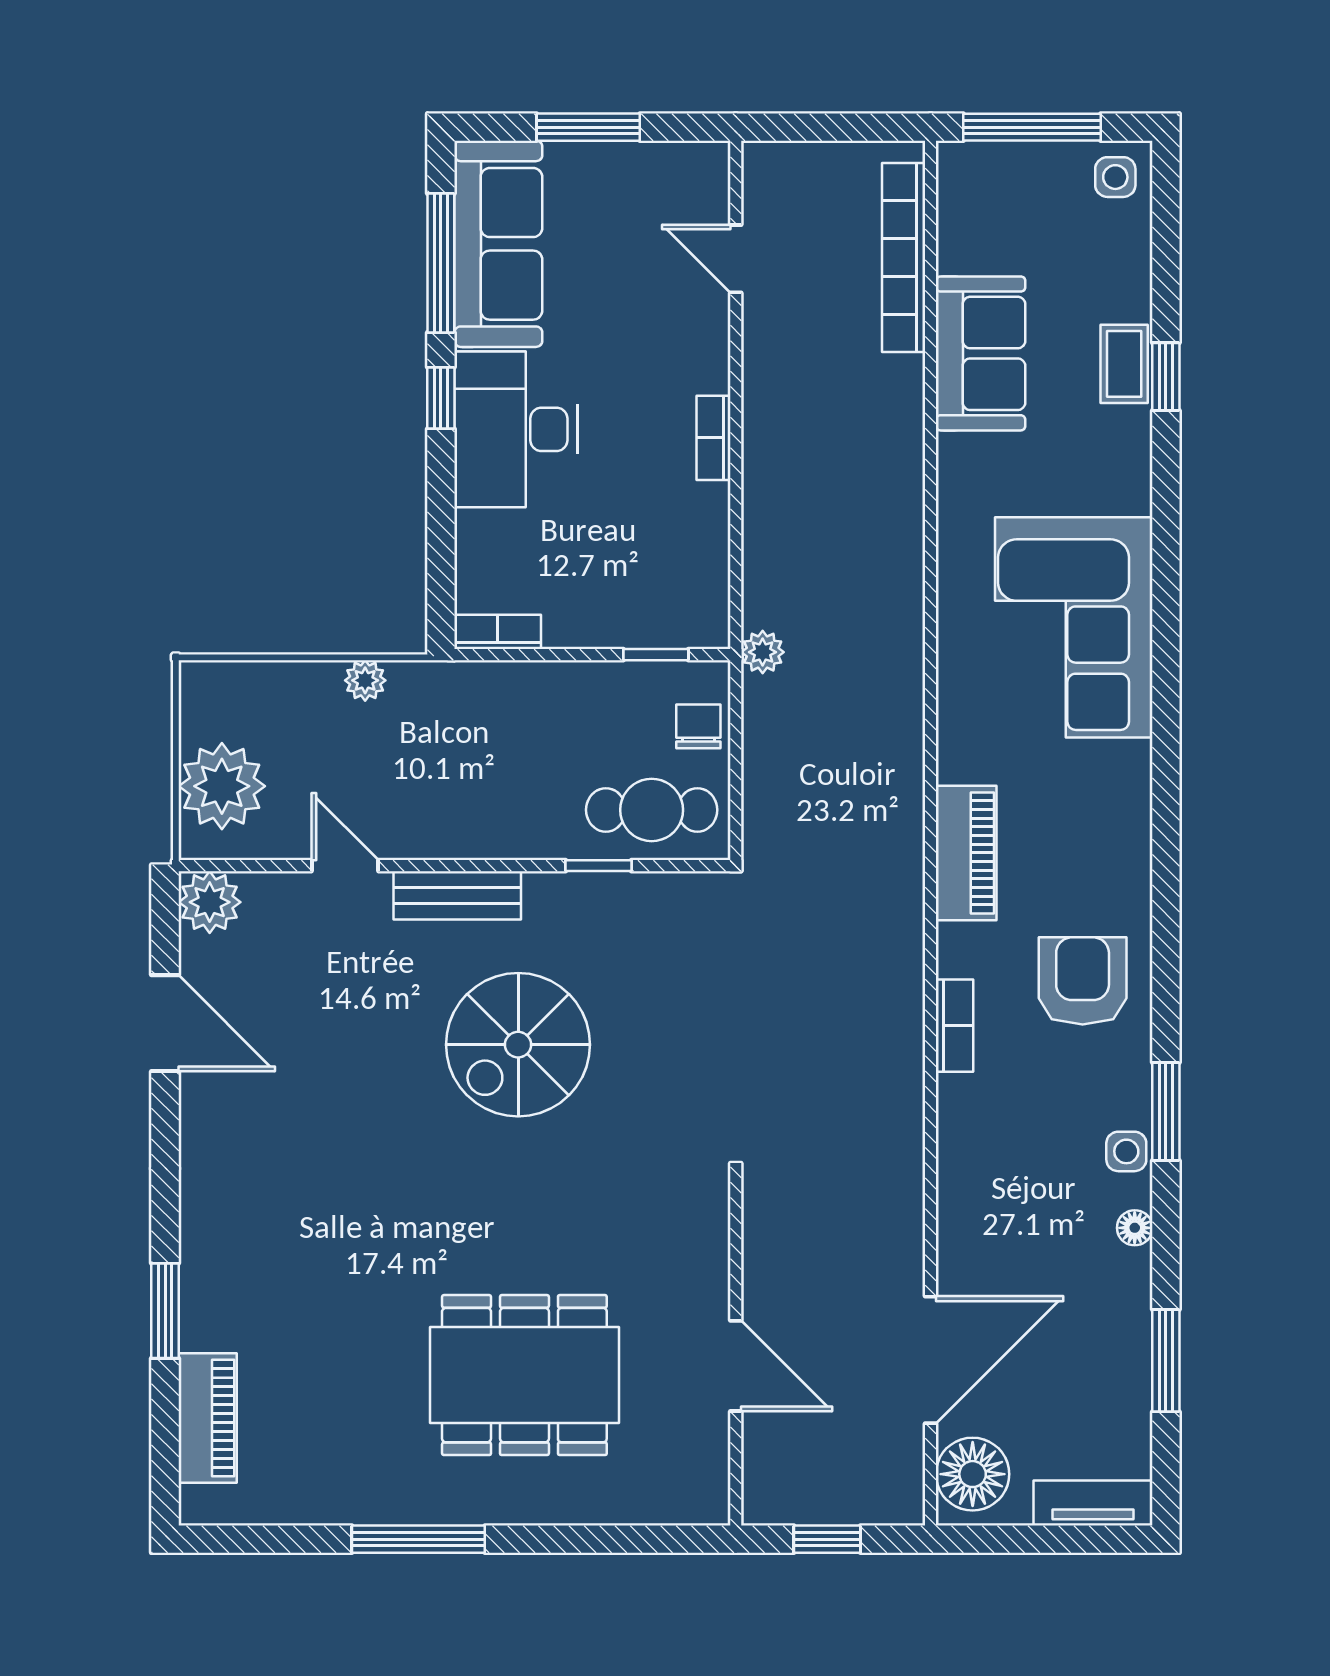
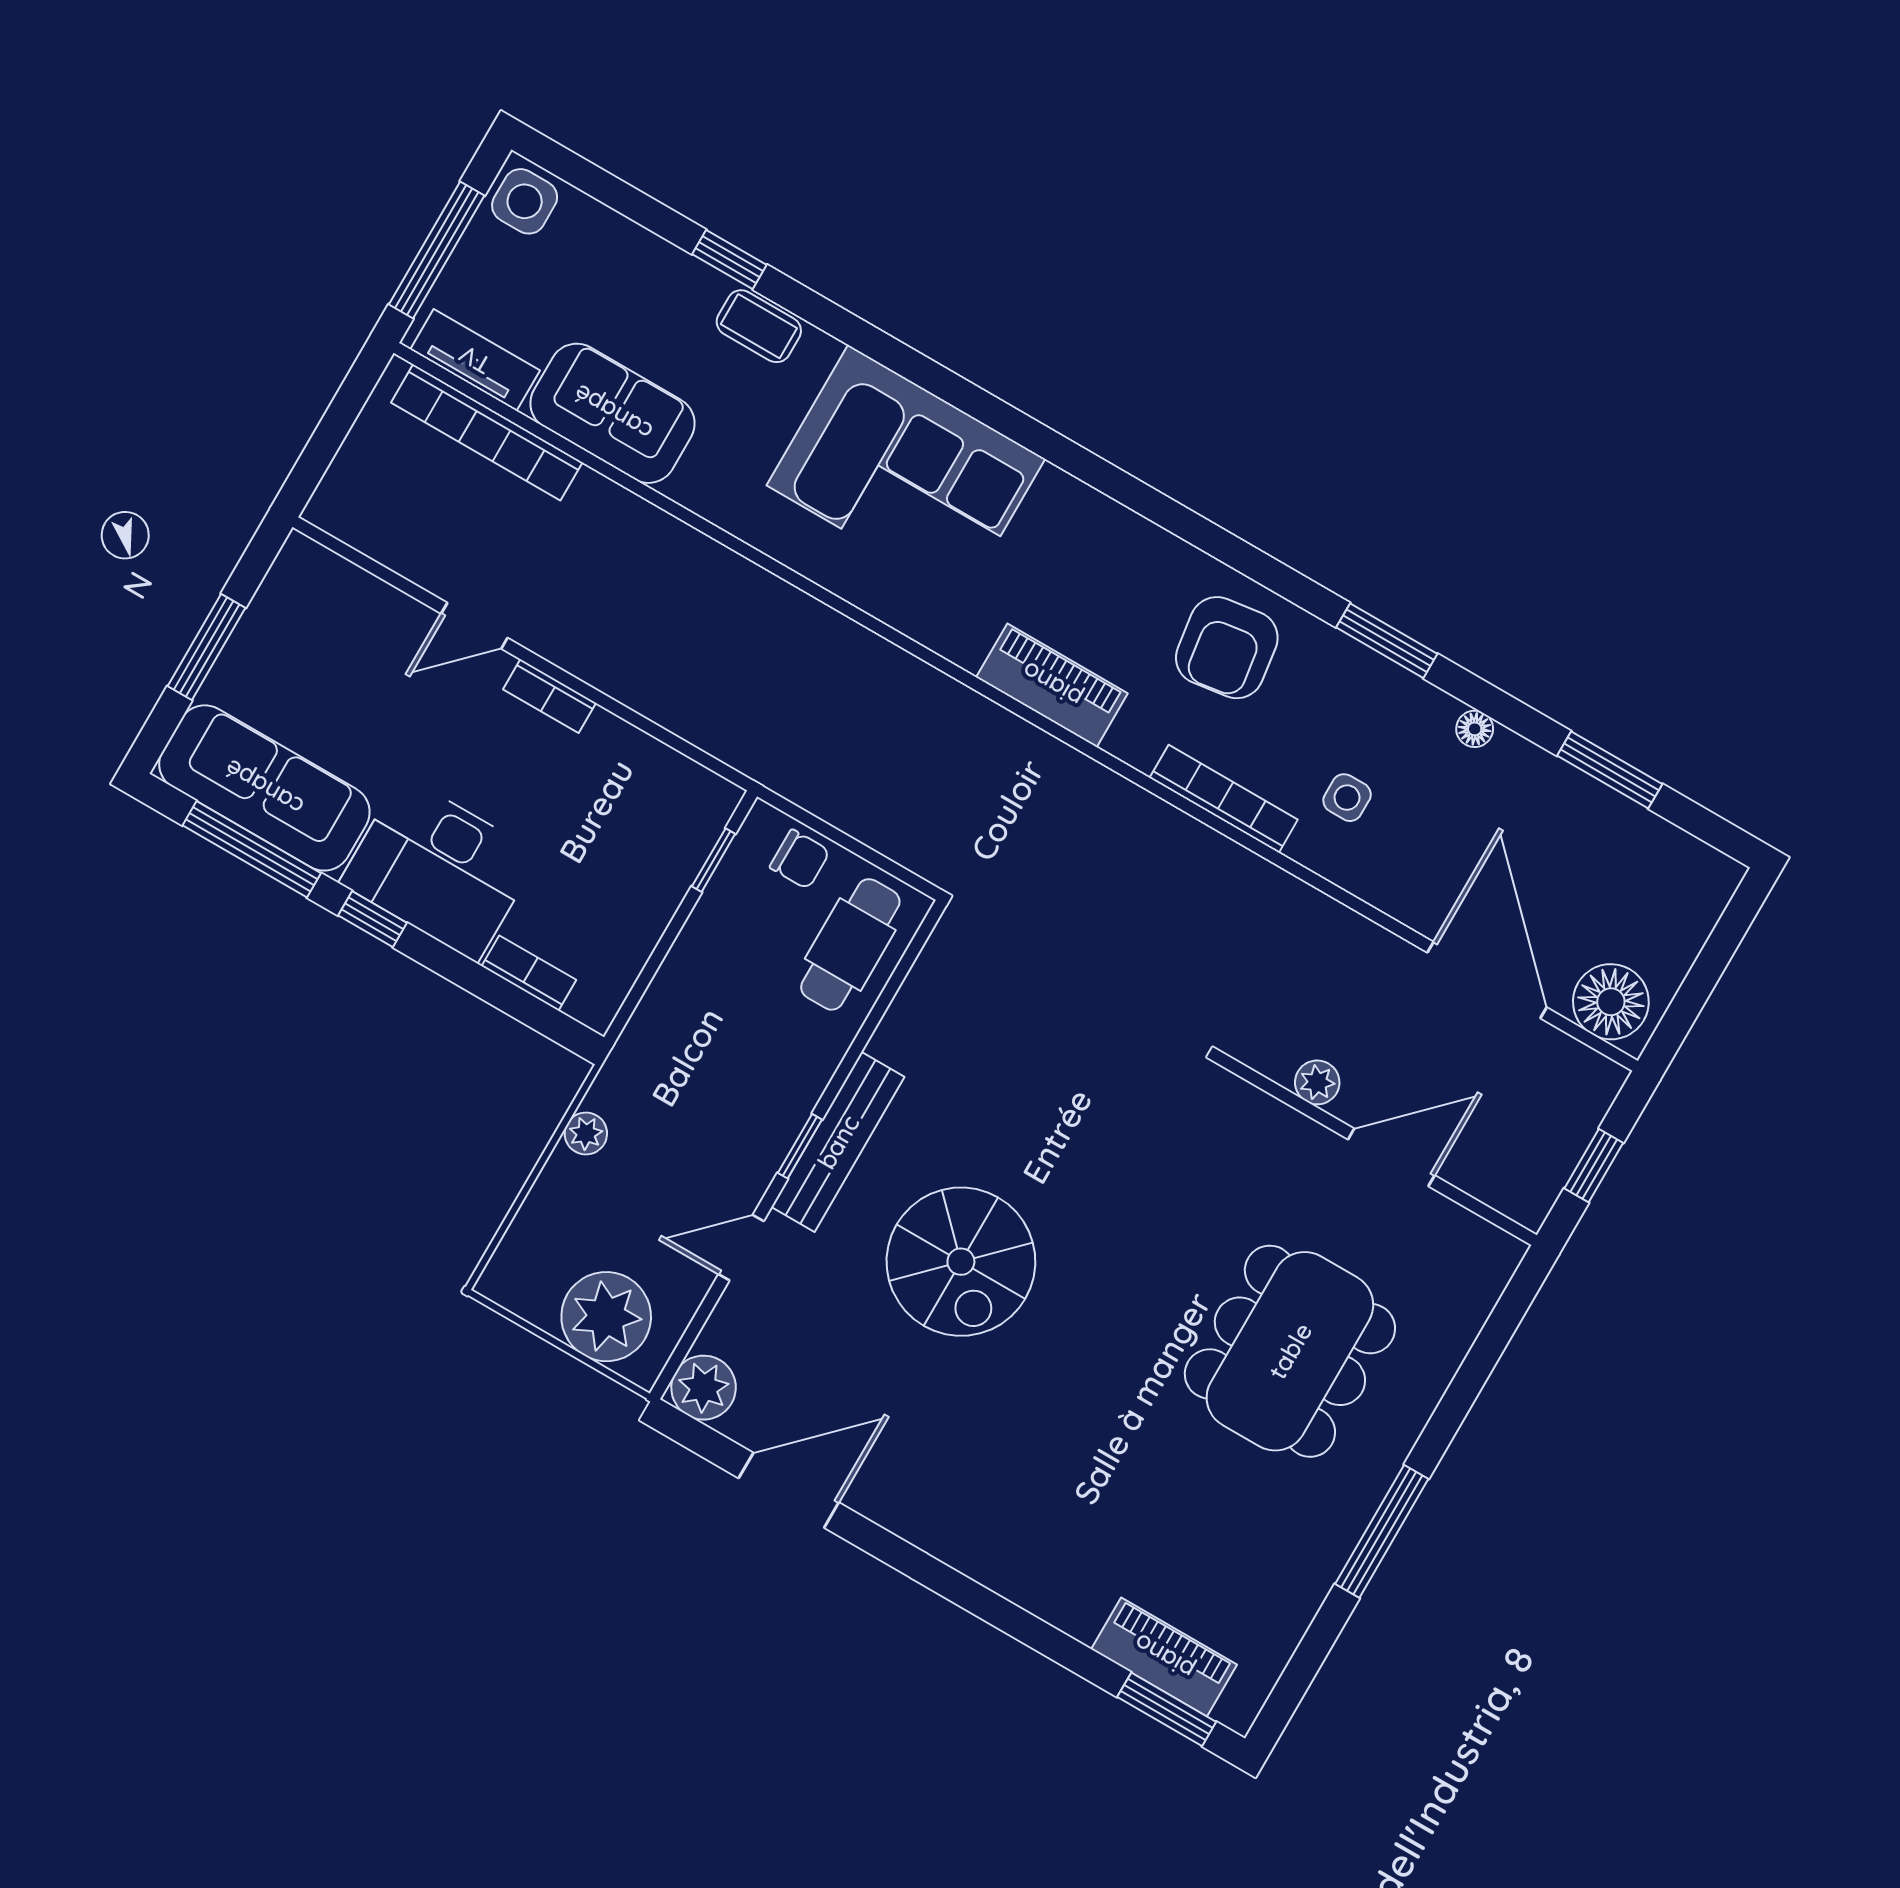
side table: (1115, 177) -> (525, 201), width x1.37, depth x1.37
door: (736, 259) -> (474, 626), moved
coffee table: (1124, 364) -> (759, 326), moved
bookcase: (498, 632) -> (529, 973), moved, turned 90
plant: (763, 652) -> (1317, 1082), moved
chair: (698, 726) -> (800, 859), turned 180
window: (599, 866) -> (800, 1146), moved
bench: (457, 895) -> (838, 1142), width x1.36
armchair: (1083, 981) -> (1227, 648), turned -98
bookcase: (955, 1026) -> (1224, 799), width x1.56
spiral stairs: (518, 1045) -> (961, 1262), moved
side table: (1126, 1151) -> (1347, 798), moved
window: (165, 1311) -> (1167, 1709), moved
tv unit: (1093, 1503) -> (475, 360), moved, turned 90

